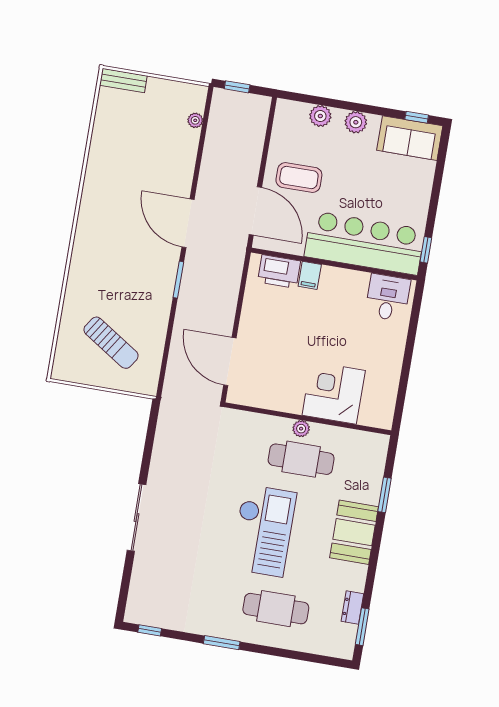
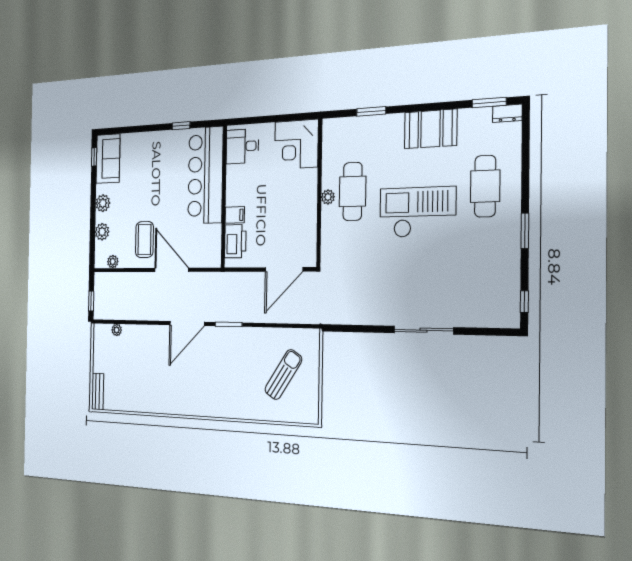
plant: (280, 127) -> (113, 262), added
door: (255, 211) -> (172, 270), hinge flipped
bar counter: (365, 243) -> (205, 175), moved
wall: (334, 264) -> (224, 197), moved
printer: (279, 271) -> (235, 241), moved
filing cabinet: (310, 275) -> (235, 215), moved
desk: (388, 297) -> (242, 146), moved
corner desk: (334, 393) -> (296, 144), moved
booth: (354, 532) -> (431, 129), moved
dresser: (352, 608) -> (507, 113), moved

